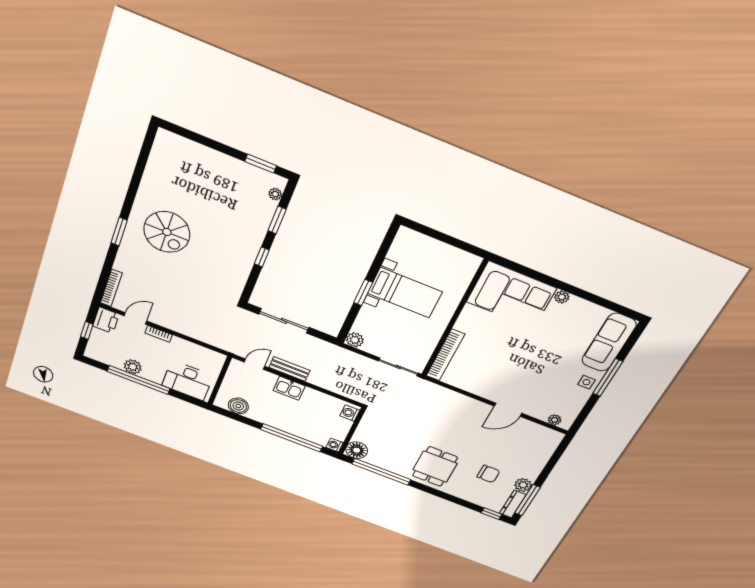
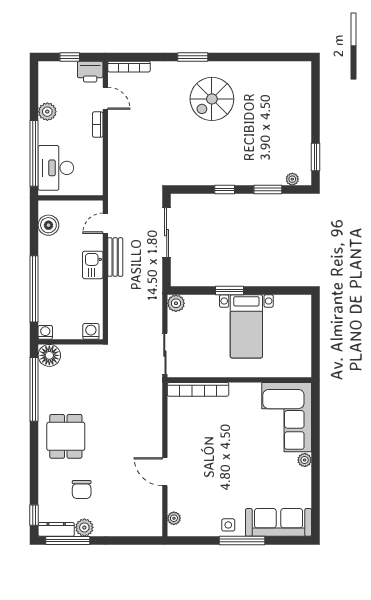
door: (254, 364) -> (105, 223), swing flipped
window: (139, 380) -> (34, 153), moved
dining table: (435, 467) -> (66, 436), turned 90

